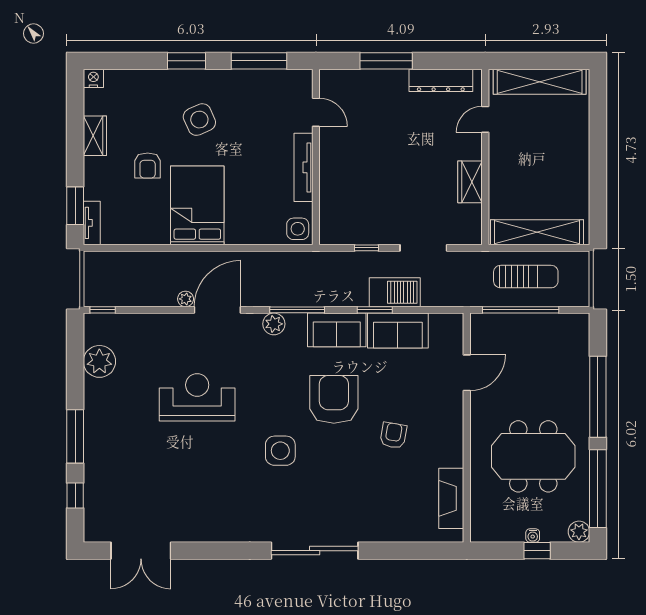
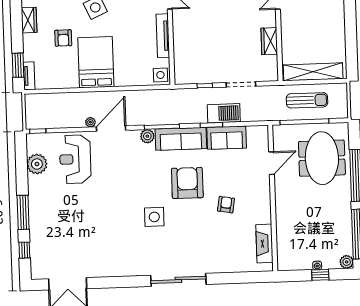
sofa: (337, 330) -> (181, 139), width x1.36
reception desk: (197, 397) -> (75, 159), moved, turned -90
meeting table: (533, 456) -> (322, 158), moved, turned 90

